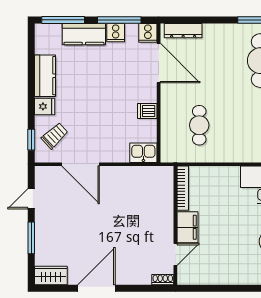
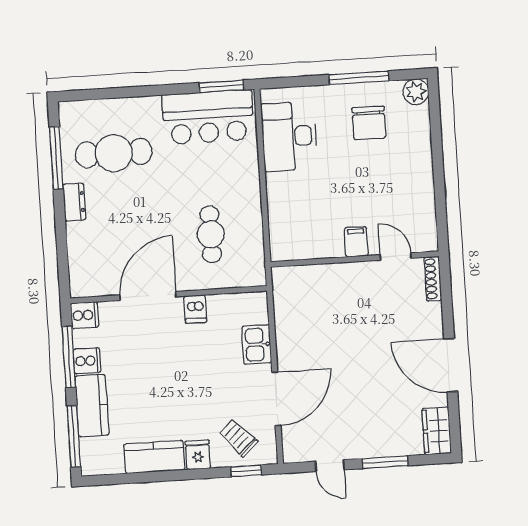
dresser: (183, 31) -> (74, 202), moved, width x0.70
door: (159, 63) -> (148, 296), moved
cafe table: (199, 125) -> (211, 234), turned 90
kitchen sink: (143, 153) -> (257, 344), moved
bookcase: (183, 188) -> (301, 252), removed
filing cabinet: (187, 227) -> (356, 242), width x0.50
shoe rack: (163, 280) -> (433, 279), width x1.43

